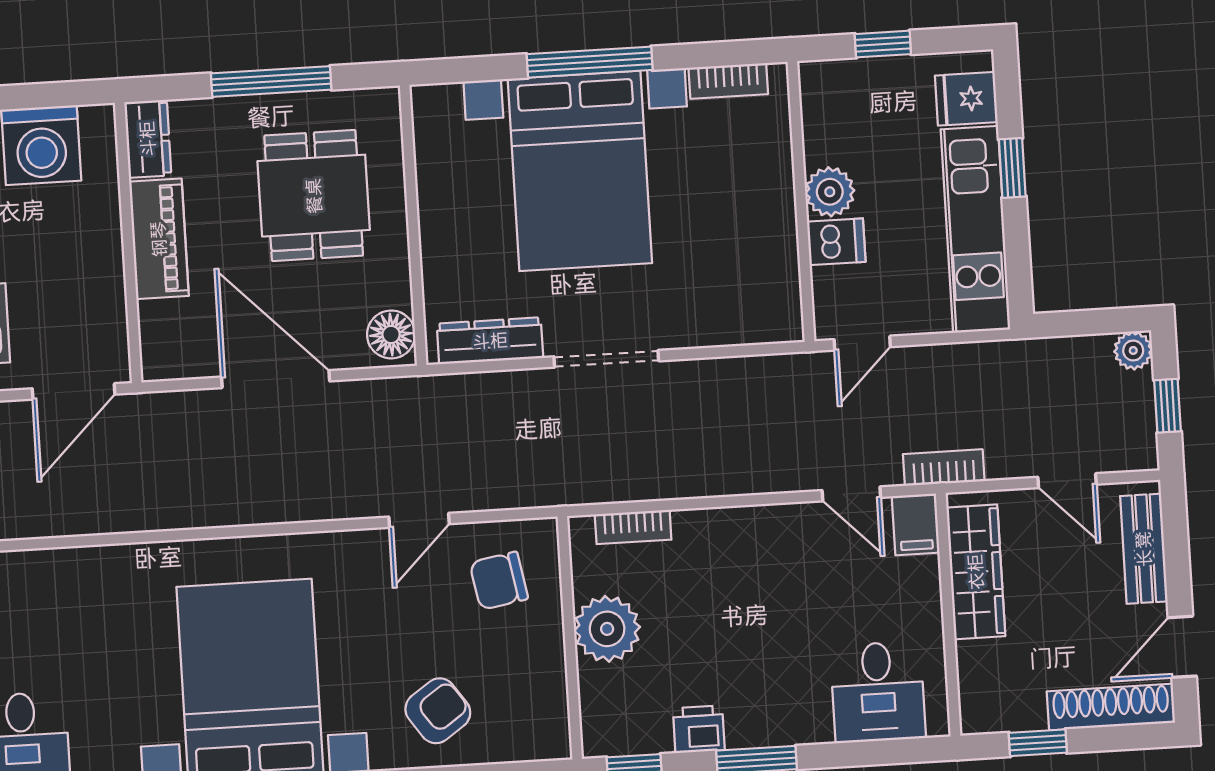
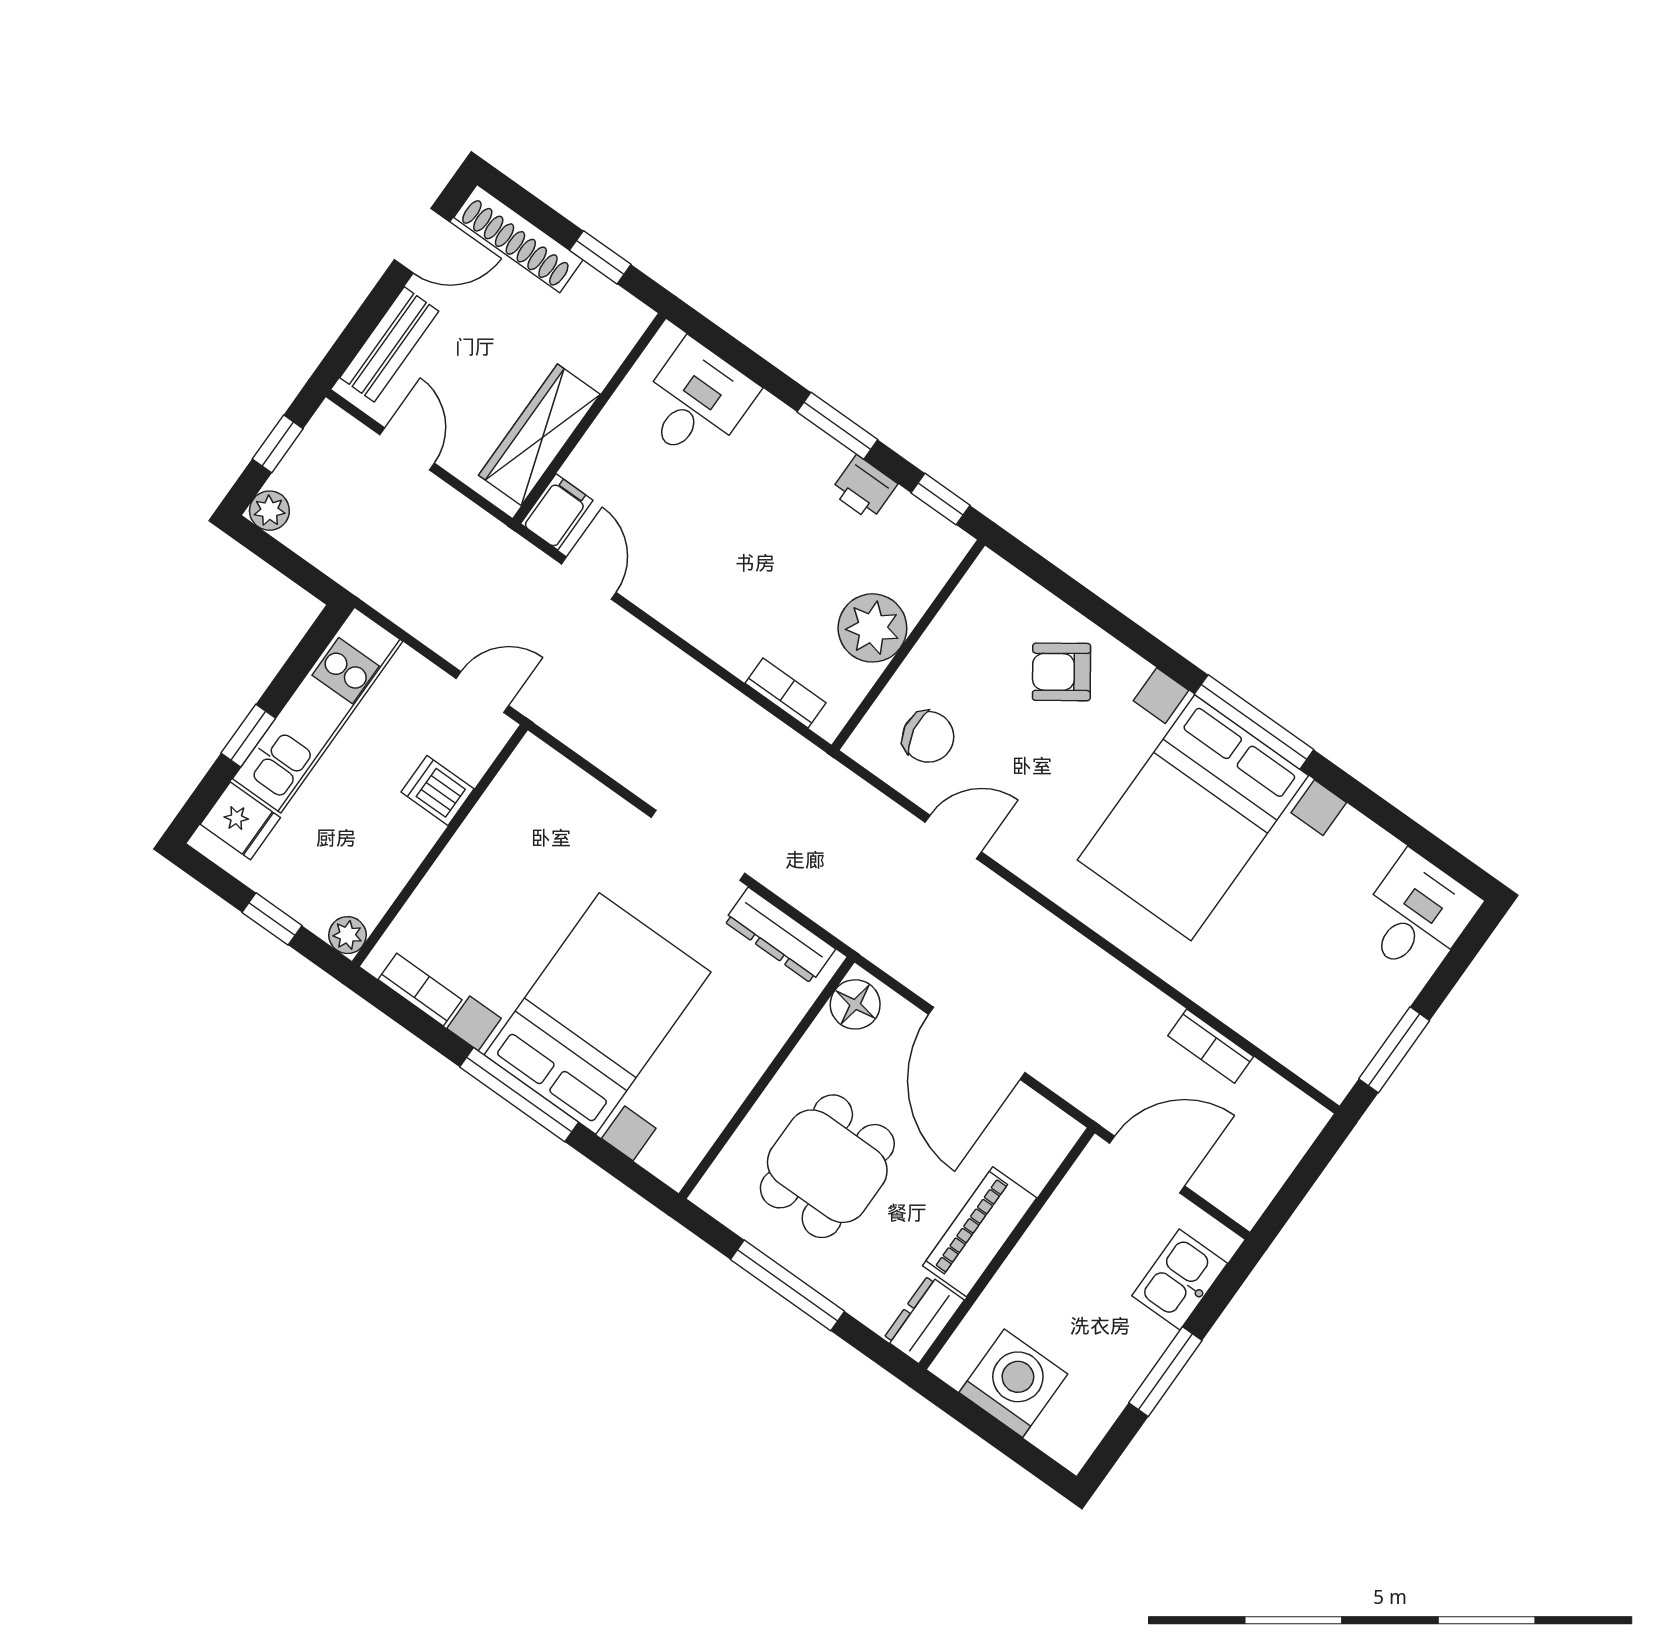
plant: (830, 192) -> (347, 935), moved, width x0.73, depth x0.73
bookcase: (944, 468) -> (1211, 1046), moved

